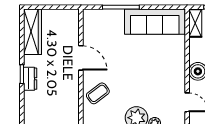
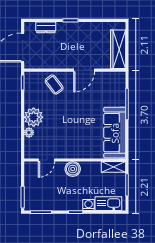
wardrobe: (32, 32) -> (118, 49), moved, turned 90
dresser: (30, 79) -> (46, 27), moved

